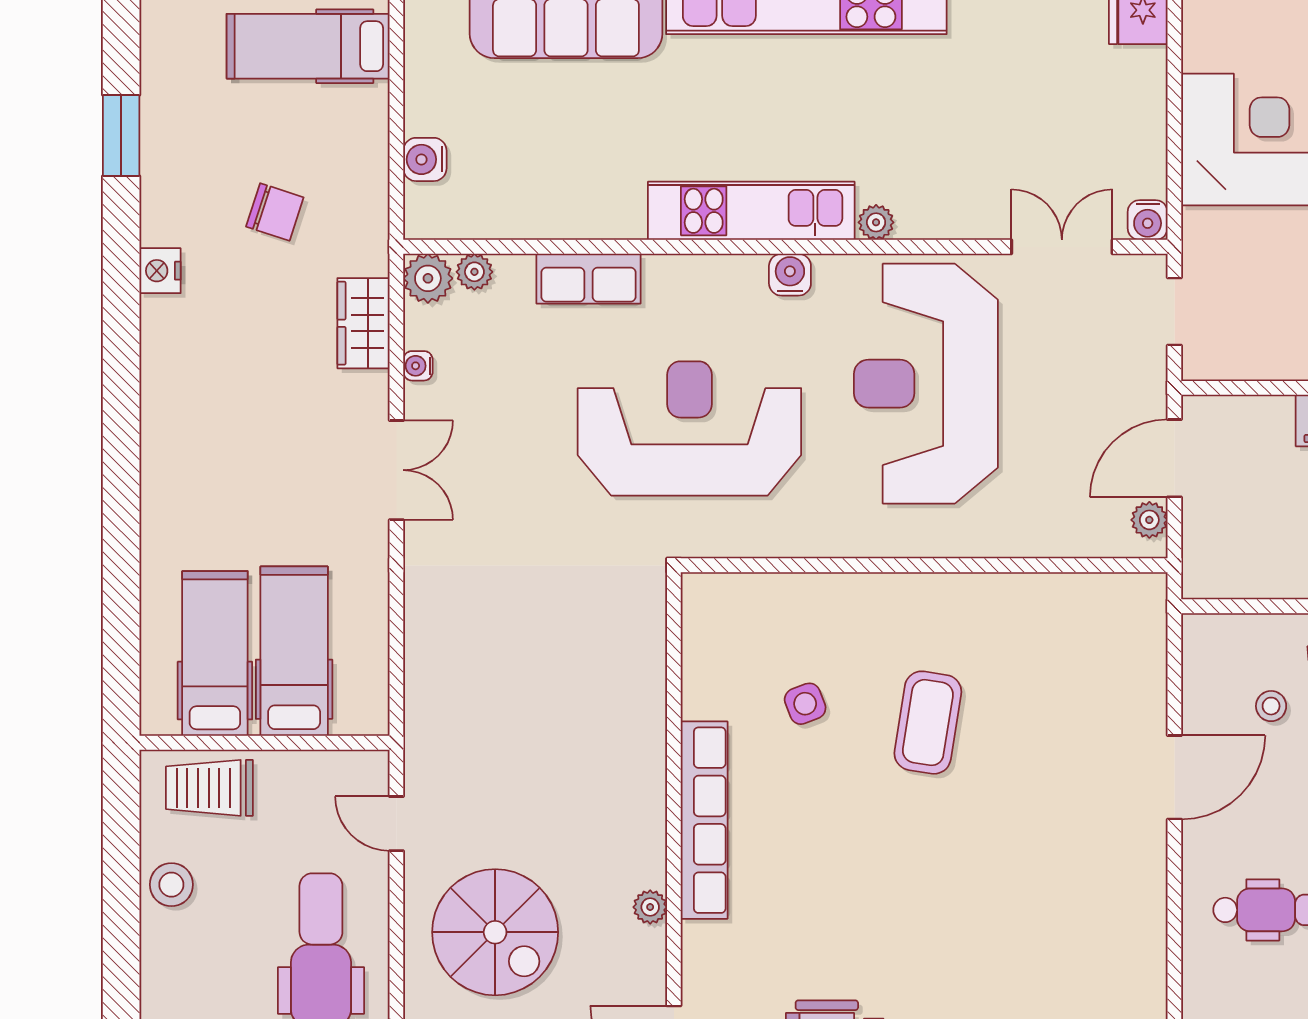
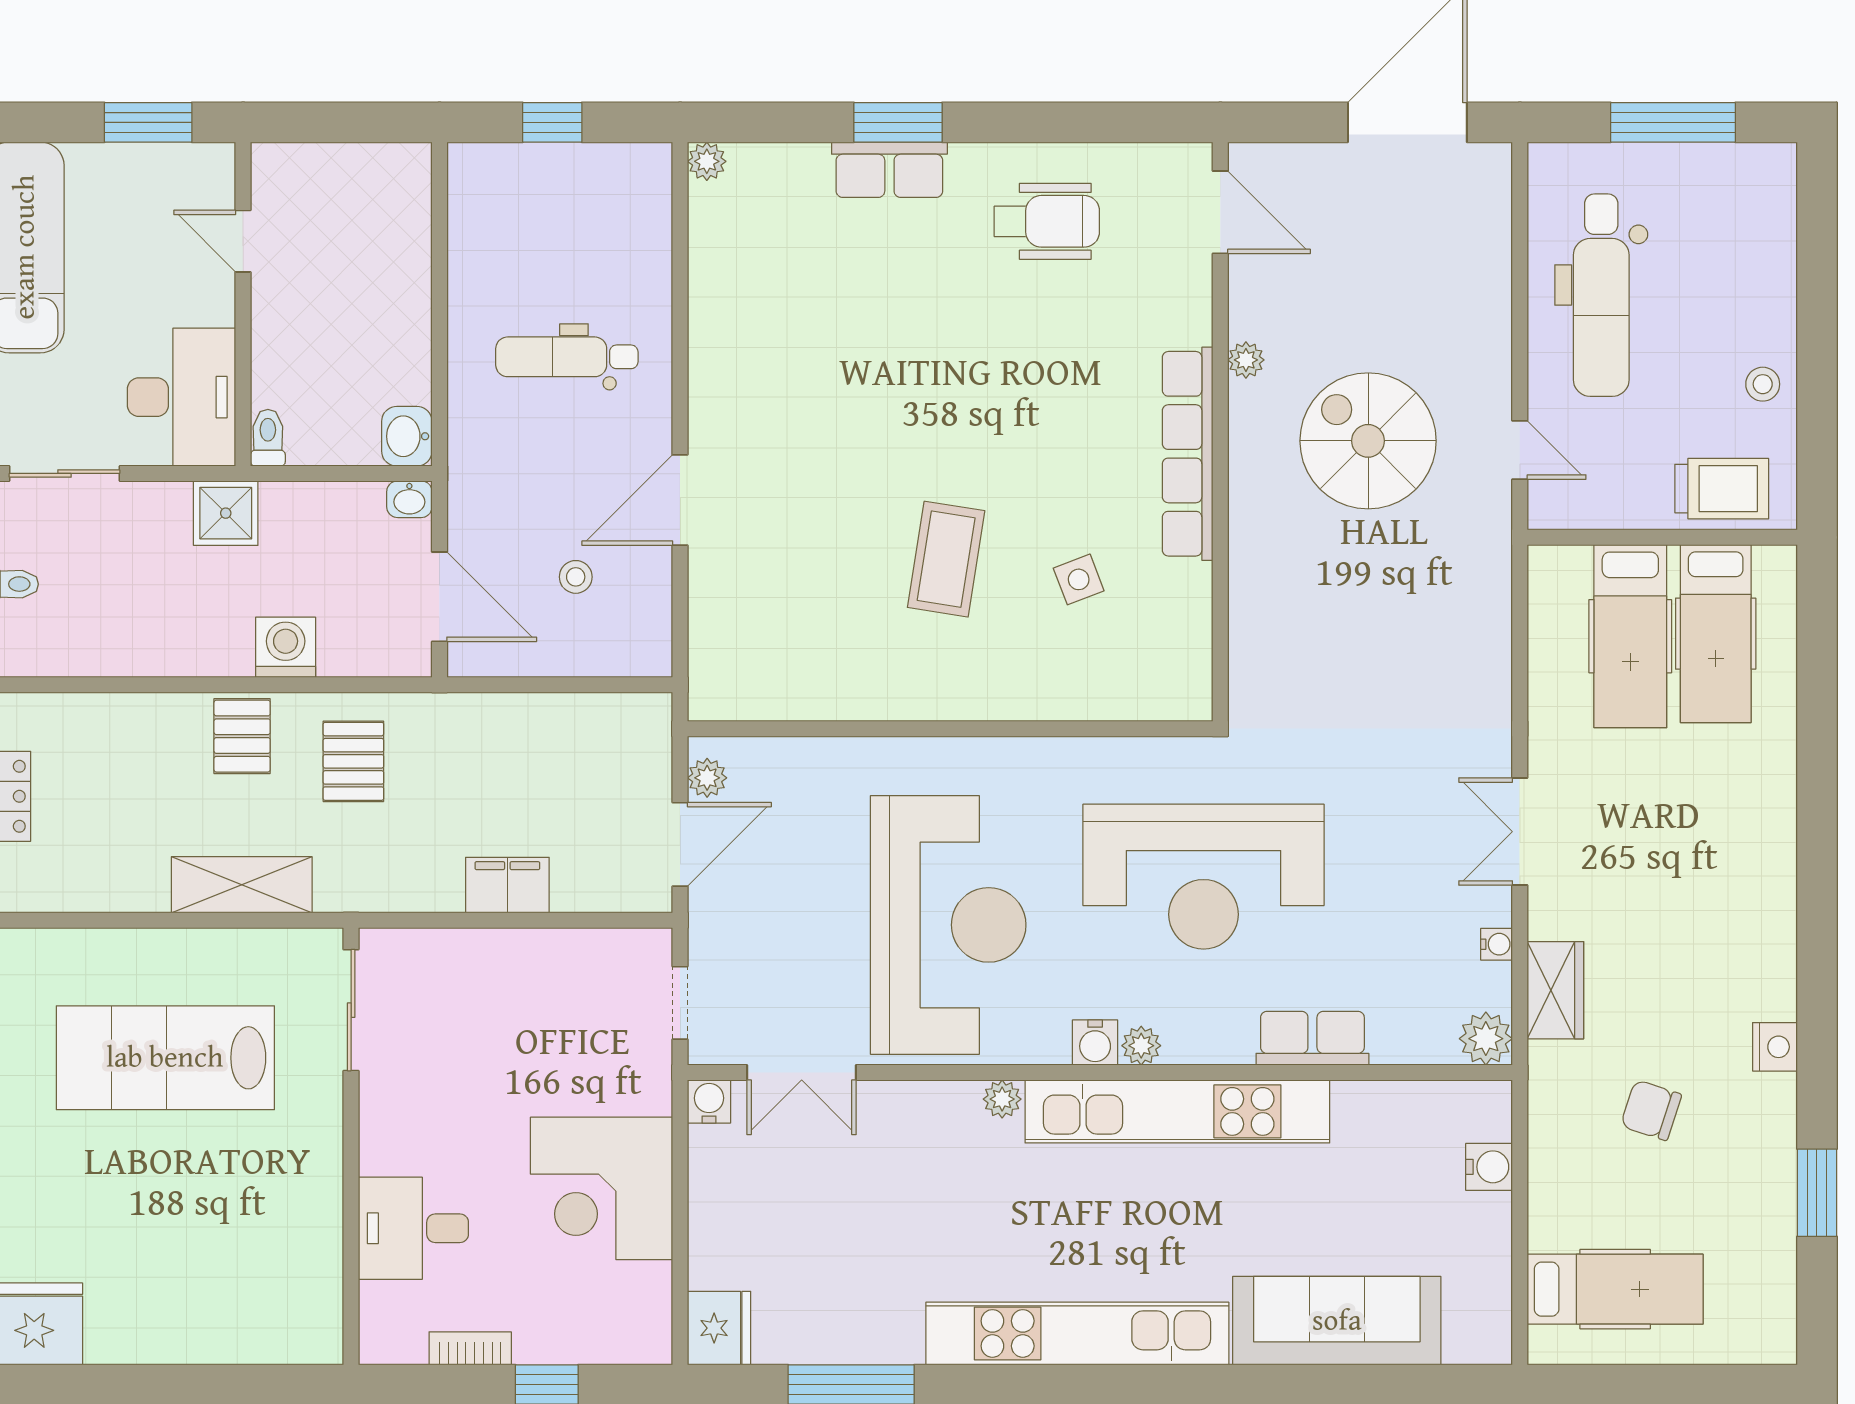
kitchen unit: (751, 211) -> (1177, 1111), width x1.36
plant: (474, 272) -> (1141, 1046), moved
stool: (171, 885) -> (1763, 384), width x0.73, depth x0.73
spiral stairs: (495, 932) -> (1368, 441), moved

